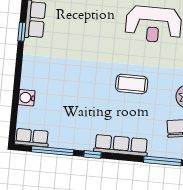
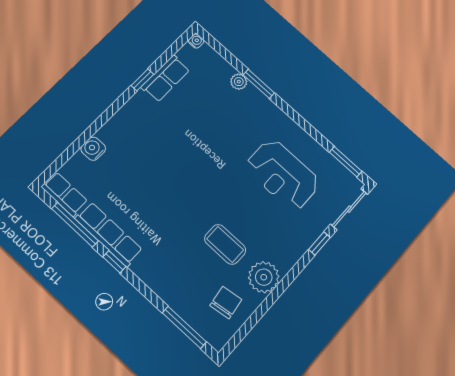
coffee table: (132, 84) -> (225, 244), moved
row of seats: (121, 145) -> (109, 234), moved

